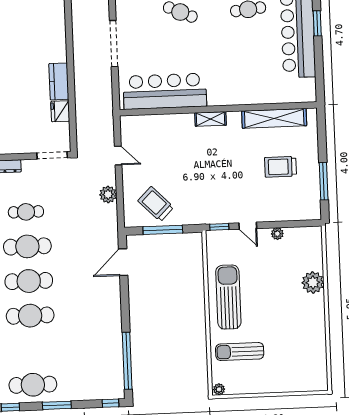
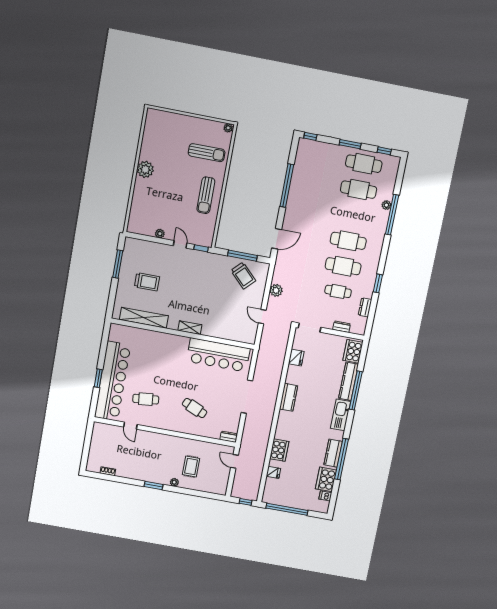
kitchen counter: (59, 81) -> (289, 397), moved
plant: (313, 282) -> (145, 169), moved
sun lounger: (228, 297) -> (206, 195), width x0.73, depth x0.75
cafe table: (30, 316) -> (359, 190), moved
window: (127, 361) -> (287, 186), moved

